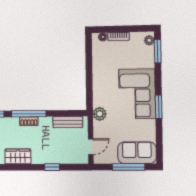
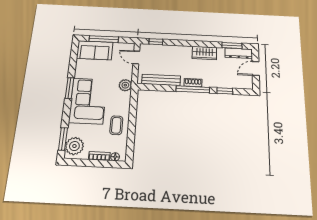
plant: (149, 40) -> (74, 146), width x1.88, depth x1.88
coffee table: (105, 69) -> (116, 125), added
bench: (68, 122) -> (161, 80), width x1.36
door: (91, 147) -> (136, 57), hinge flipped
window: (52, 167) -> (156, 42), moved

